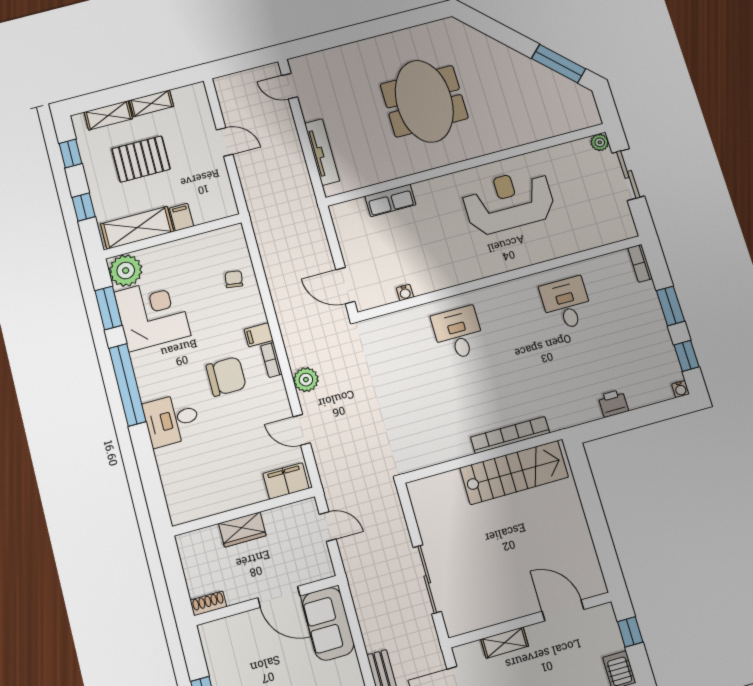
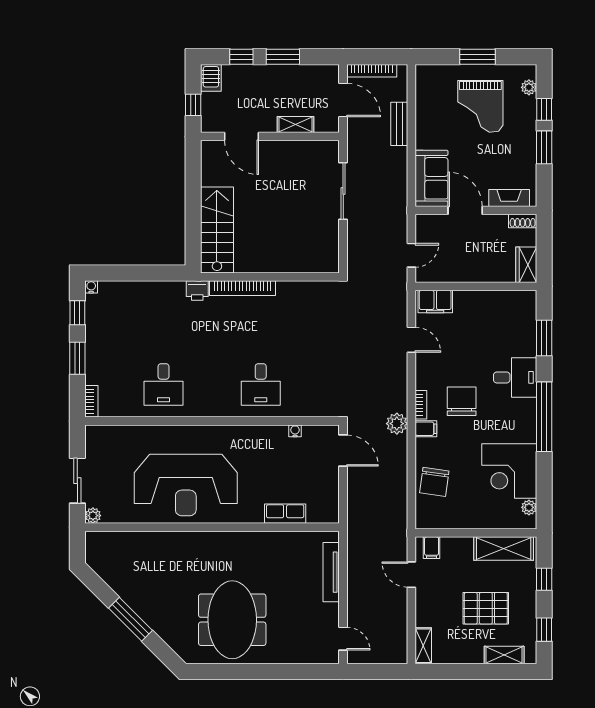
window: (559, 64) -> (131, 619), moved
meeting table: (424, 101) -> (232, 620), moved
shelving: (151, 103) -> (423, 646), moved, turned 90
door: (225, 142) -> (411, 575), moved
reception desk: (509, 202) -> (186, 485), width x1.36, depth x1.30
filing cabinet: (182, 217) -> (432, 548), moved
plant: (126, 271) -> (529, 507), width x0.53, depth x0.53
chair: (234, 279) -> (434, 482), width x1.87, depth x1.87
window: (109, 308) -> (544, 338), moved
chair: (226, 376) -> (462, 401), turned 90
plant: (306, 380) -> (397, 424), moved
printer: (613, 403) -> (197, 291), moved
stairs: (514, 472) -> (217, 230), moved, turned 90
door: (328, 527) -> (411, 255), swing flipped
wardrobe: (242, 530) -> (526, 265), moved, turned -90
fireplace: (231, 626) -> (509, 198), added

